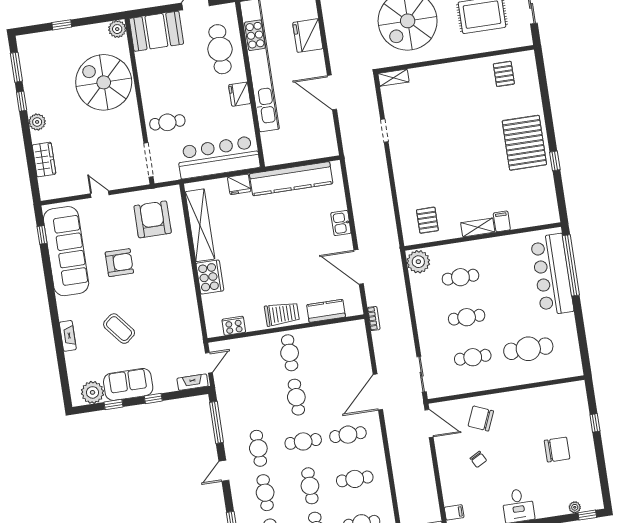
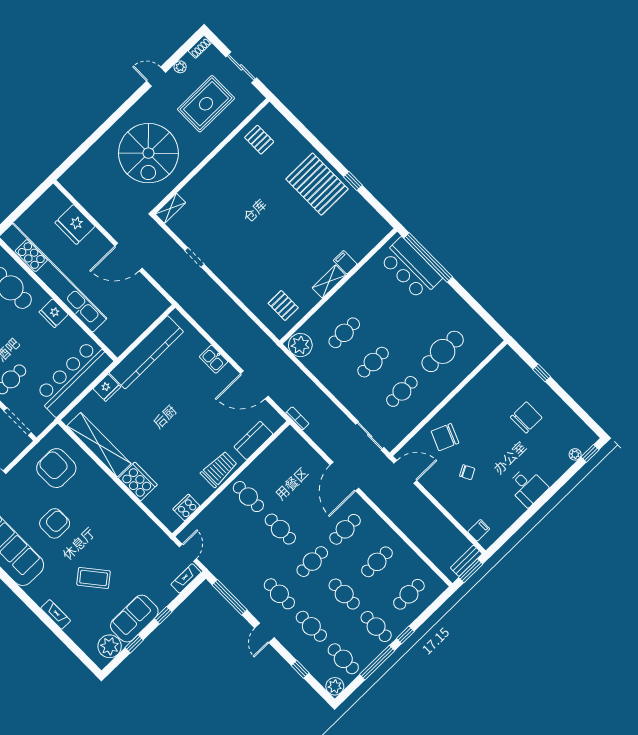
bar counter: (552, 275) -> (411, 269), width x0.73

